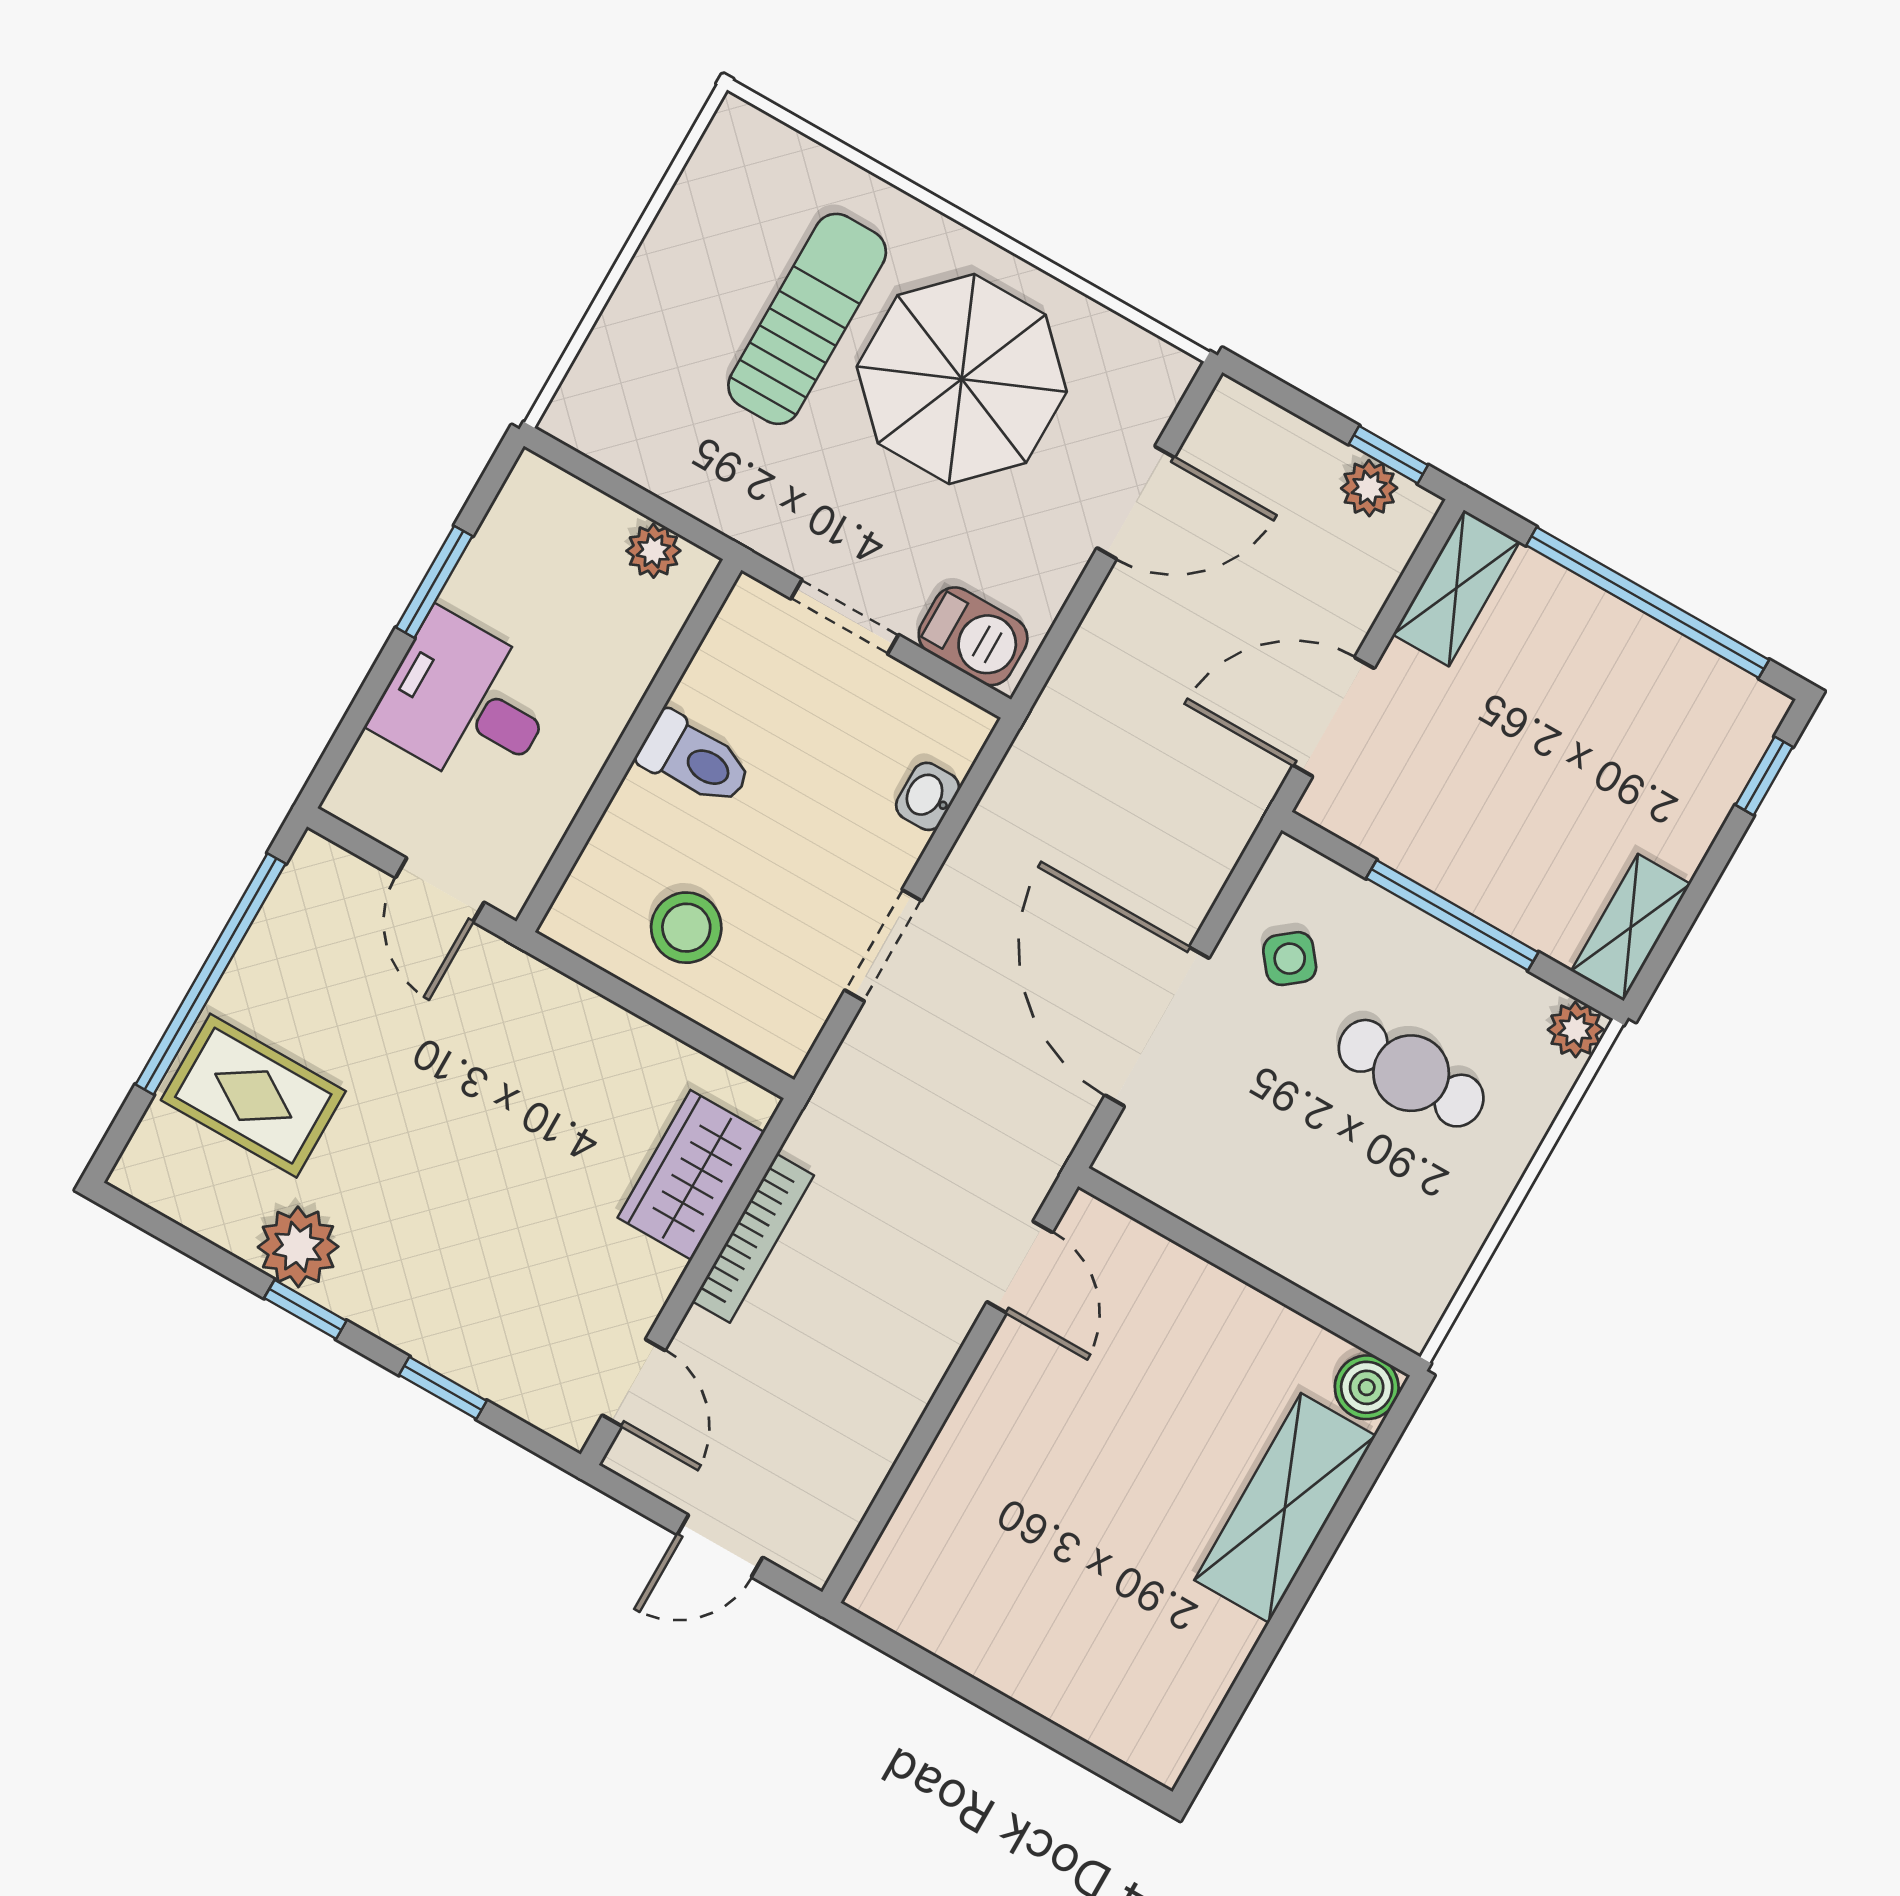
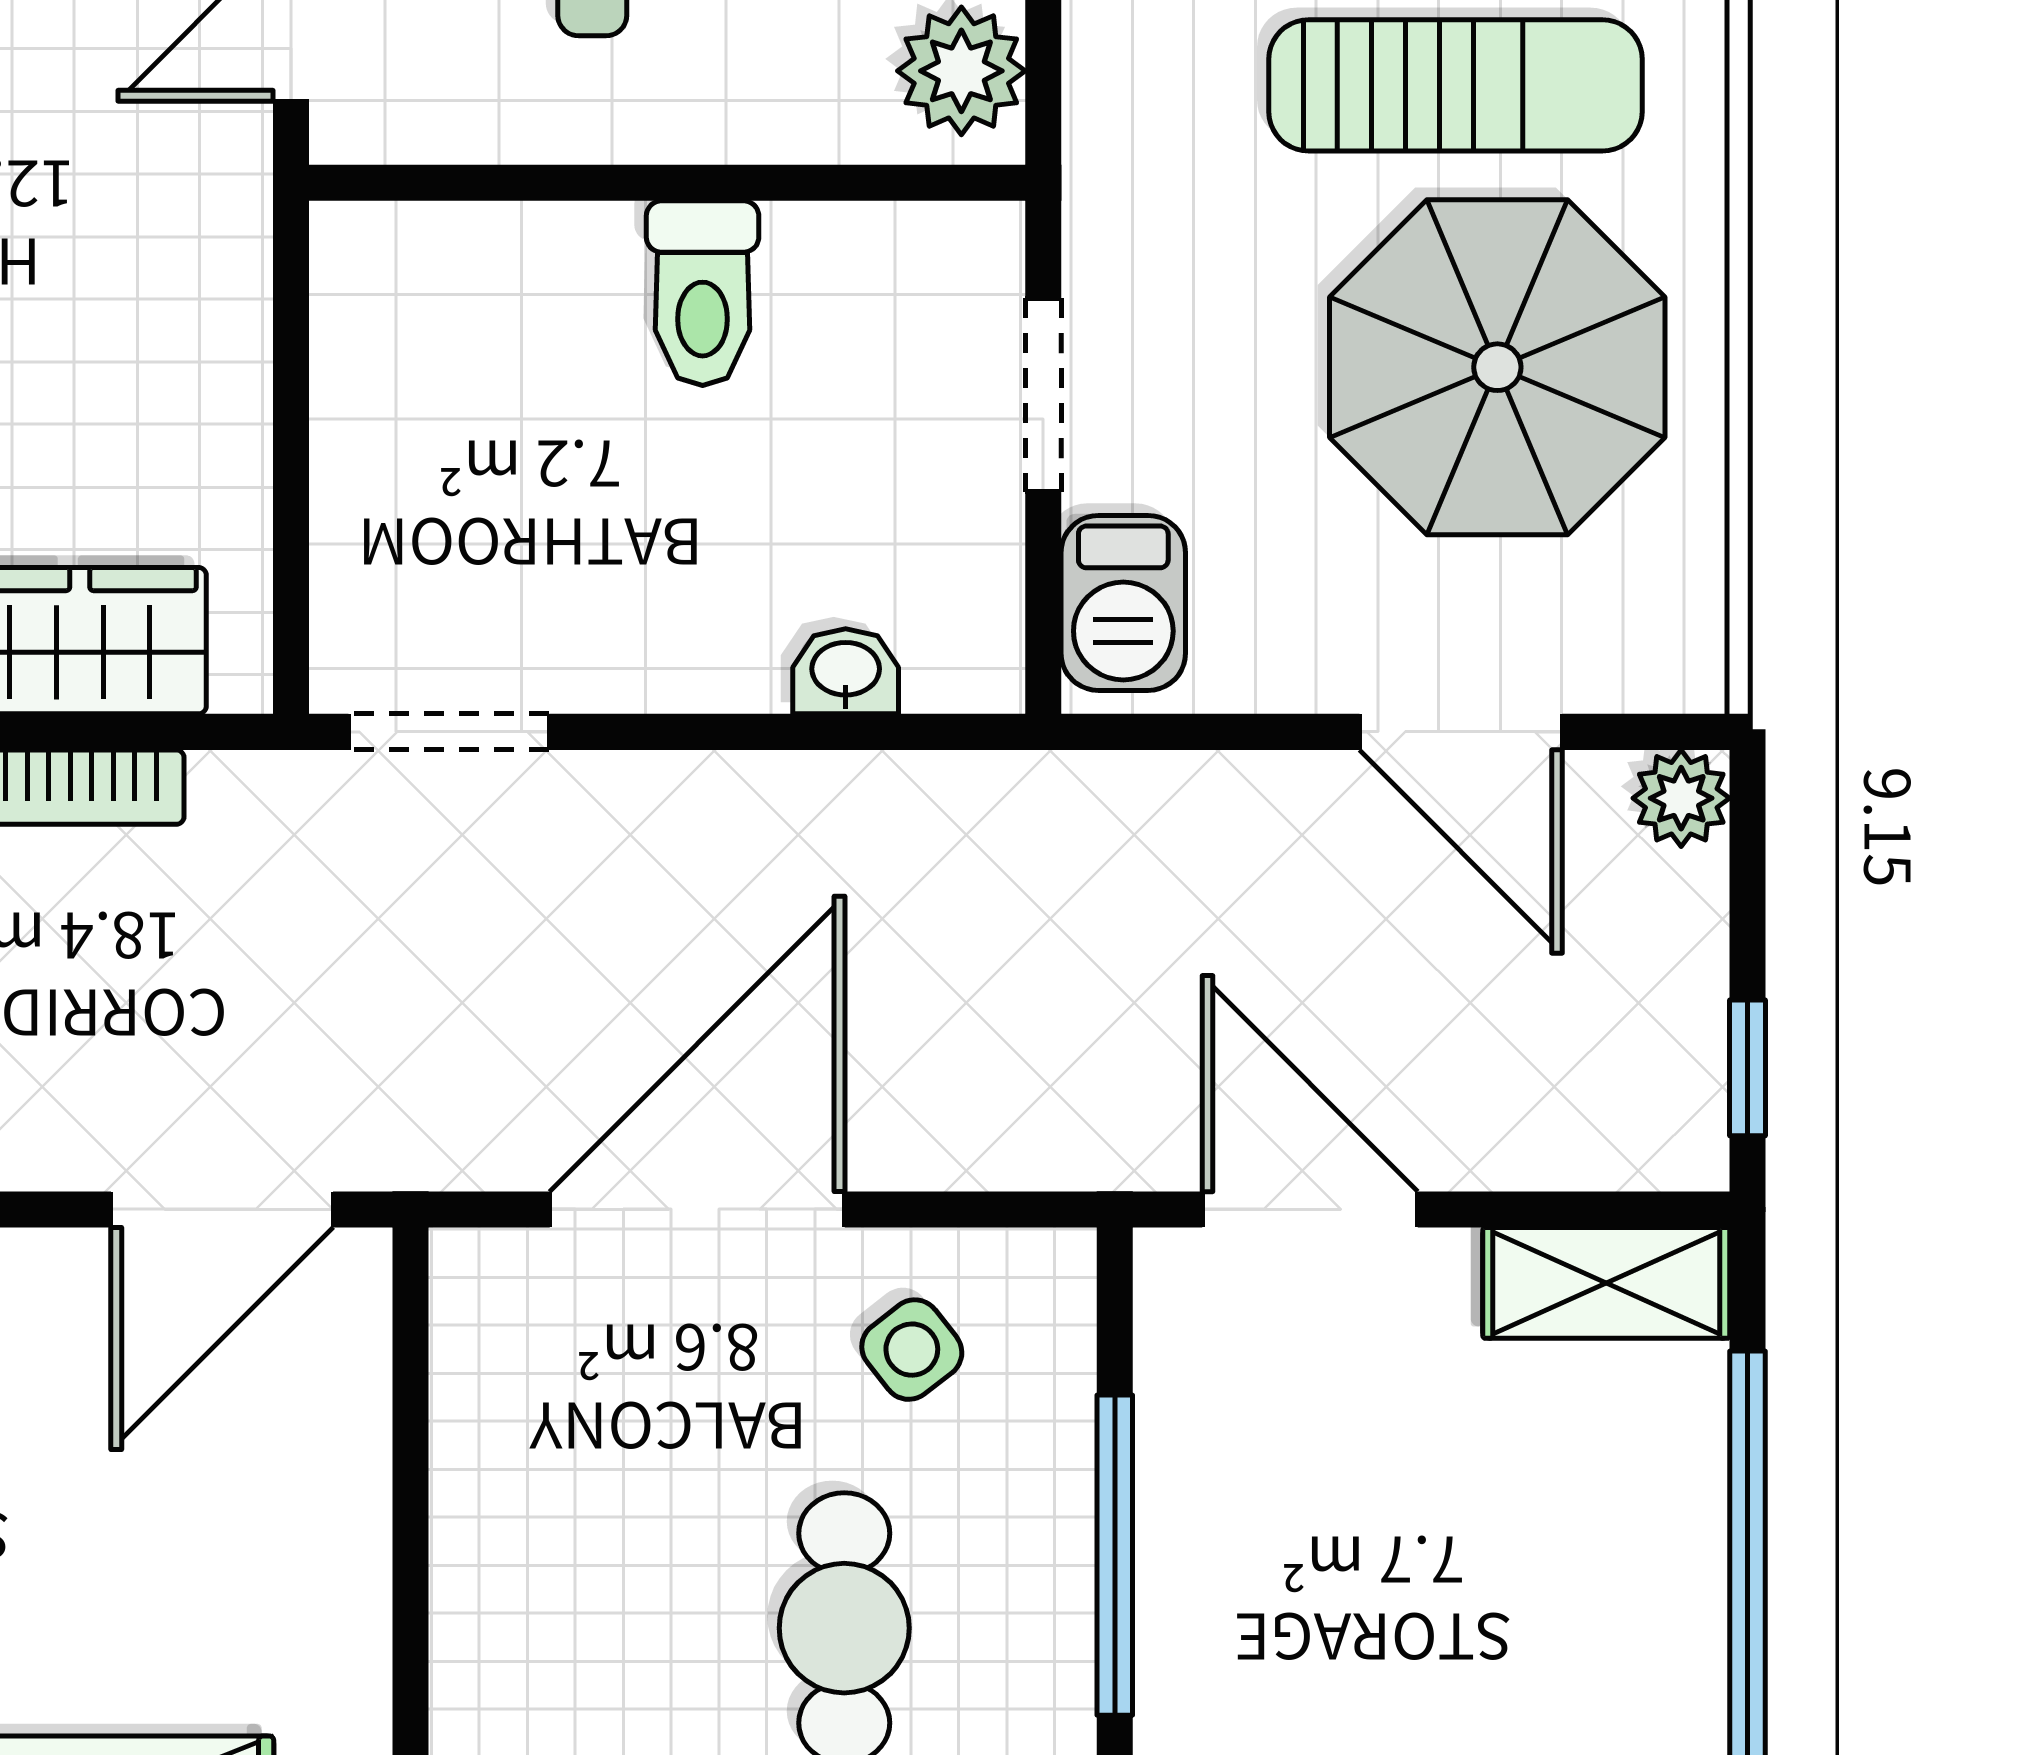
plant: (1369, 488) -> (1681, 798), moved
plant: (653, 551) -> (961, 71), width x1.38, depth x1.38
stool: (686, 928) -> (445, 423), removed
doorway: (883, 945) -> (449, 732), moved
door: (1020, 1267) -> (222, 1209), width x1.38

